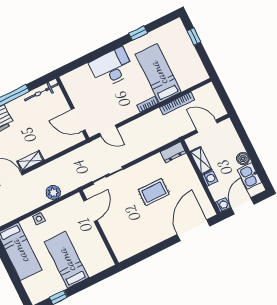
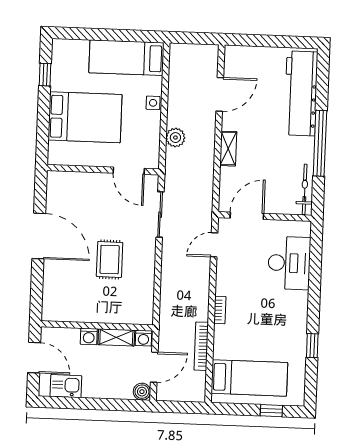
desk: (112, 67) -> (289, 263), moved
bed: (158, 73) -> (249, 378), moved
dresser: (173, 152) -> (145, 309), removed
boiler: (243, 159) -> (142, 392), moved
shelving: (30, 161) -> (228, 149), moved
washing machine: (223, 205) -> (144, 338), moved
door: (193, 230) -> (39, 236), moved
bed: (66, 260) -> (85, 117), width x1.50

